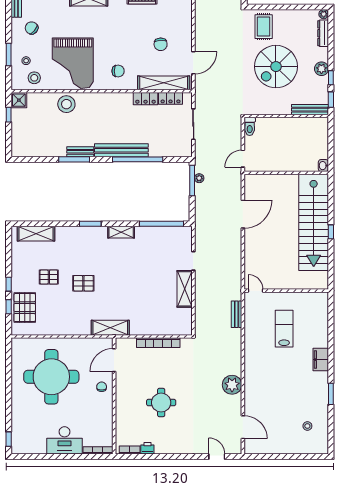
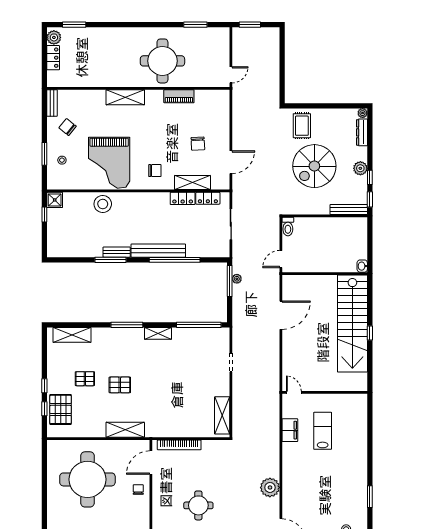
stool: (34, 78) -> (70, 177), removed
shelving: (164, 83) -> (192, 183), width x0.68
window: (90, 224) -> (127, 325), width x1.44
shelving: (185, 289) -> (222, 415), moved
bench: (237, 314) -> (275, 416), removed
shelving: (110, 328) -> (125, 430), moved
bookcase: (158, 343) -> (179, 445), moved
filing cabinet: (321, 360) -> (290, 430), moved, turned 180

